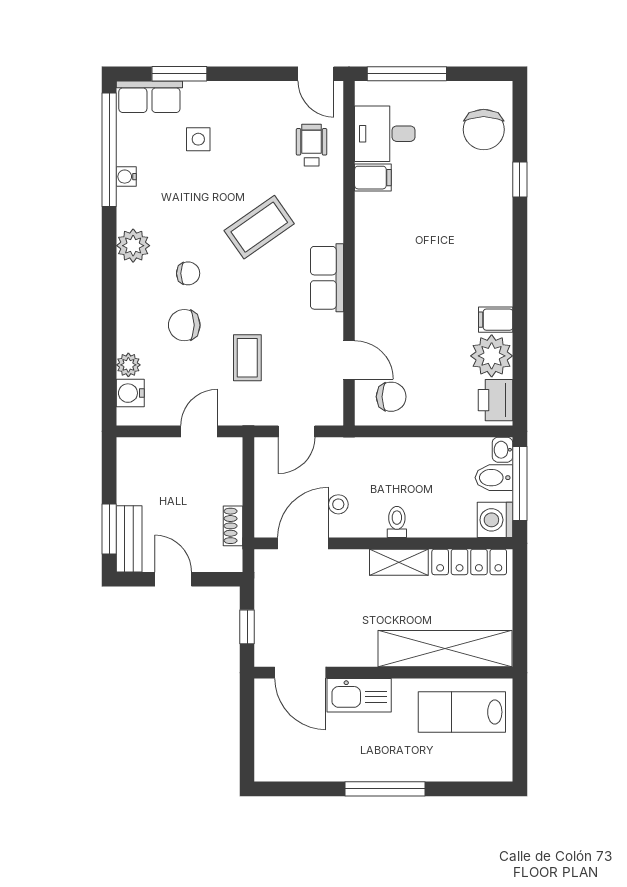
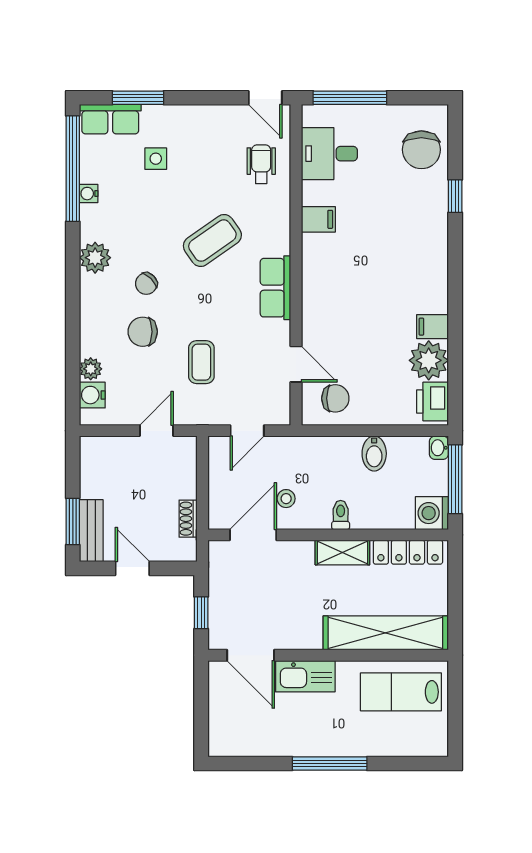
filing cabinet: (373, 178) -> (318, 219), moved
chair: (188, 273) -> (146, 284), turned 135
bidet: (494, 478) -> (374, 454), moved, turned -90

